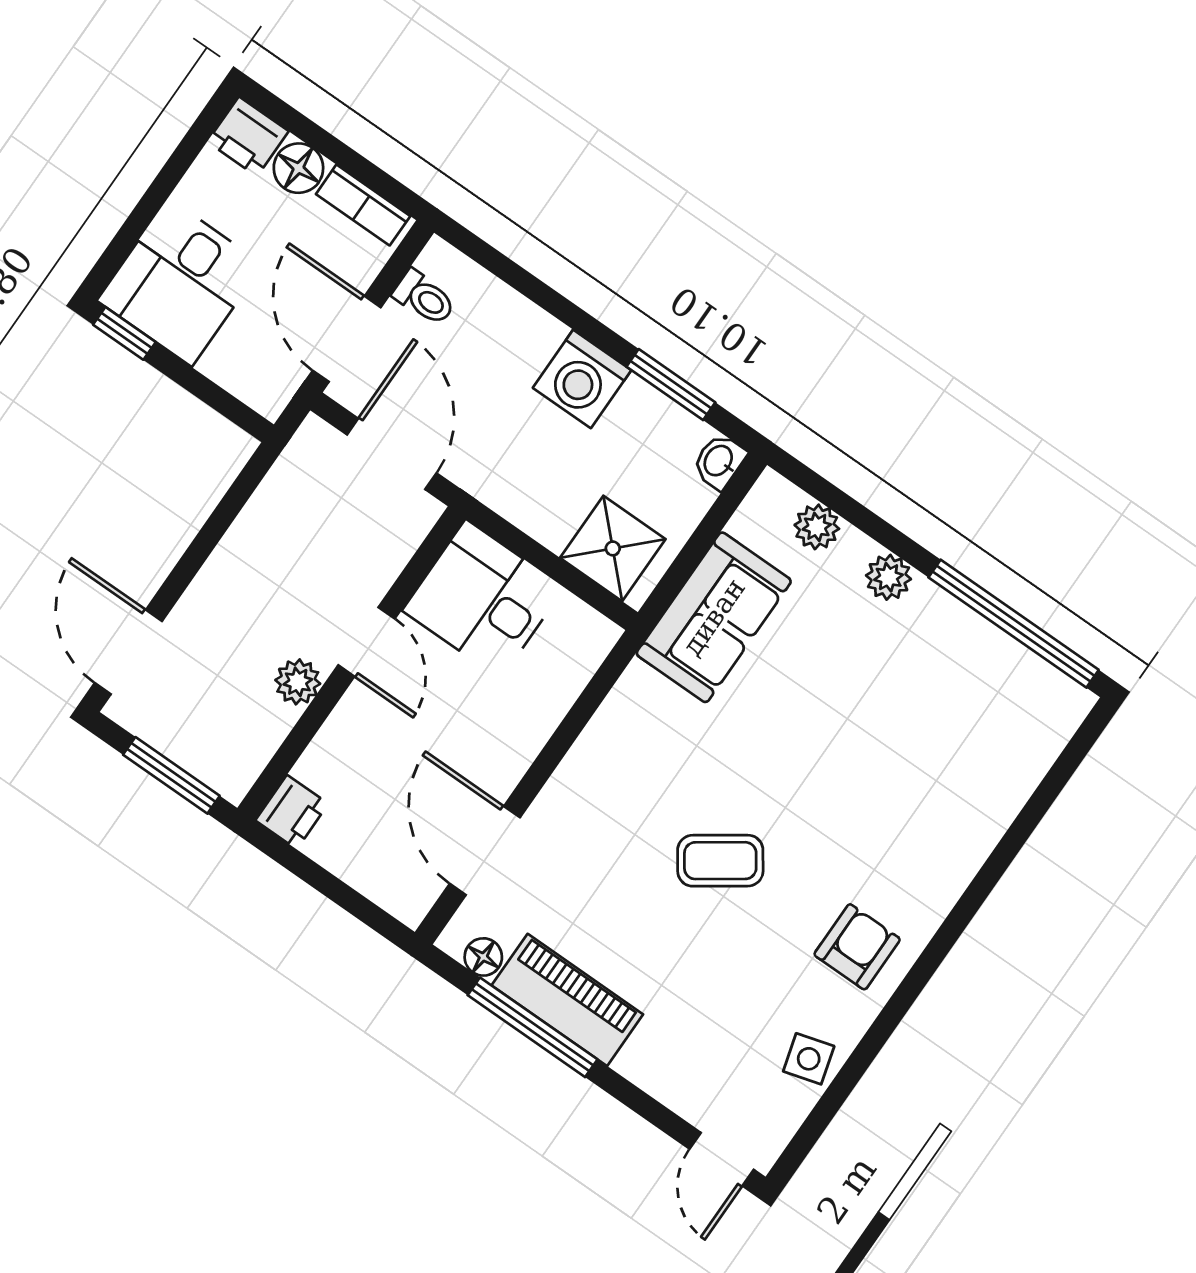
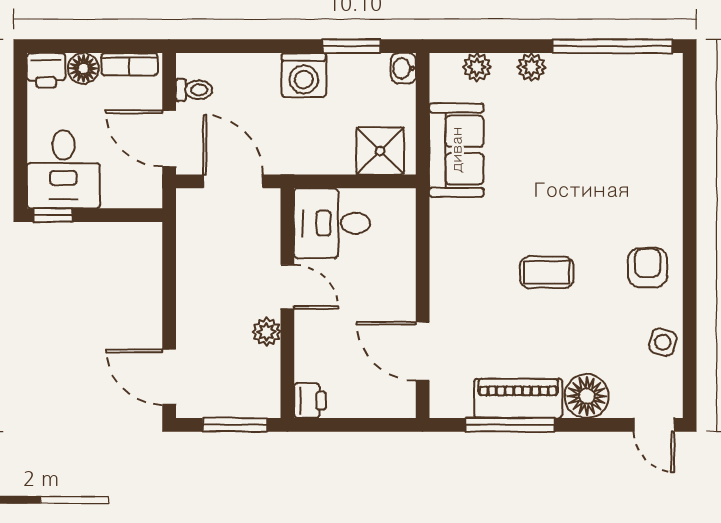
coffee table: (720, 861) -> (547, 272), turned 35
floor lamp: (483, 957) -> (587, 396), moved, width x1.89, depth x1.89
side table: (809, 1059) -> (663, 342), turned 31

